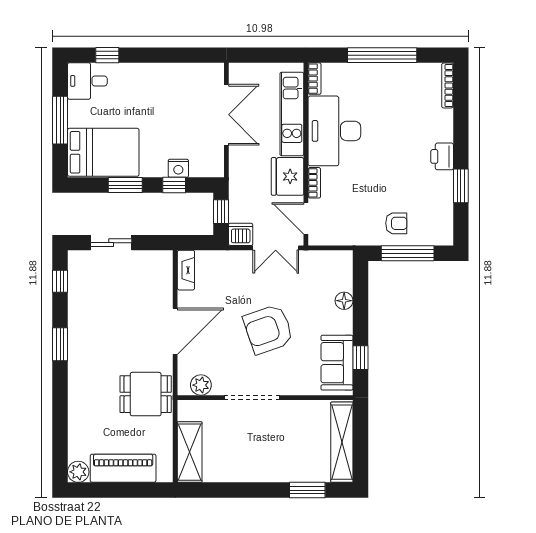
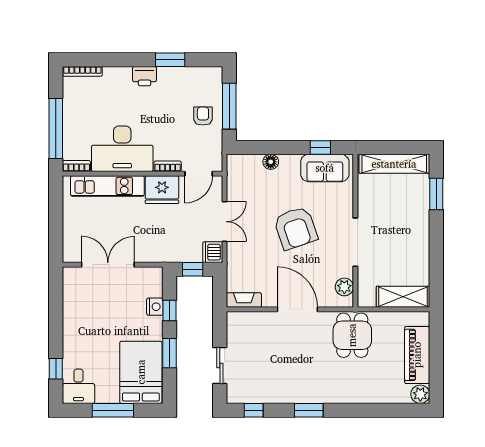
bookcase: (315, 79) -> (76, 166), moved
kitchen unit: (292, 114) -> (107, 186), moved
desk: (334, 131) -> (122, 149), moved
wall: (306, 154) -> (142, 174), moved
fridge: (288, 176) -> (162, 190), moved
bookcase: (314, 183) -> (168, 166), moved
door: (306, 218) -> (199, 174), moved

